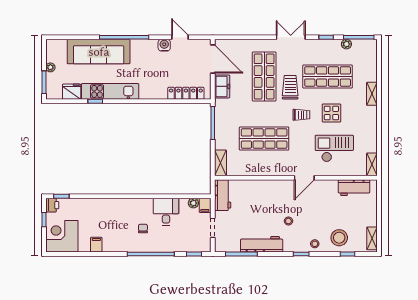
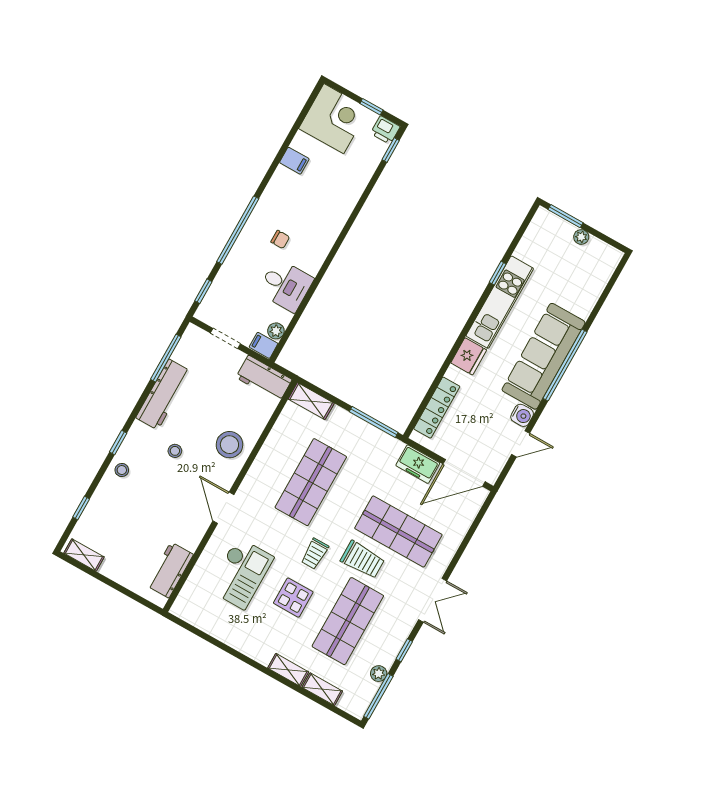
sofa: (99, 52) -> (544, 356), moved
fridge: (72, 92) -> (469, 356), moved
shelving: (372, 164) -> (322, 689), moved
stool: (339, 238) -> (229, 445), moved

